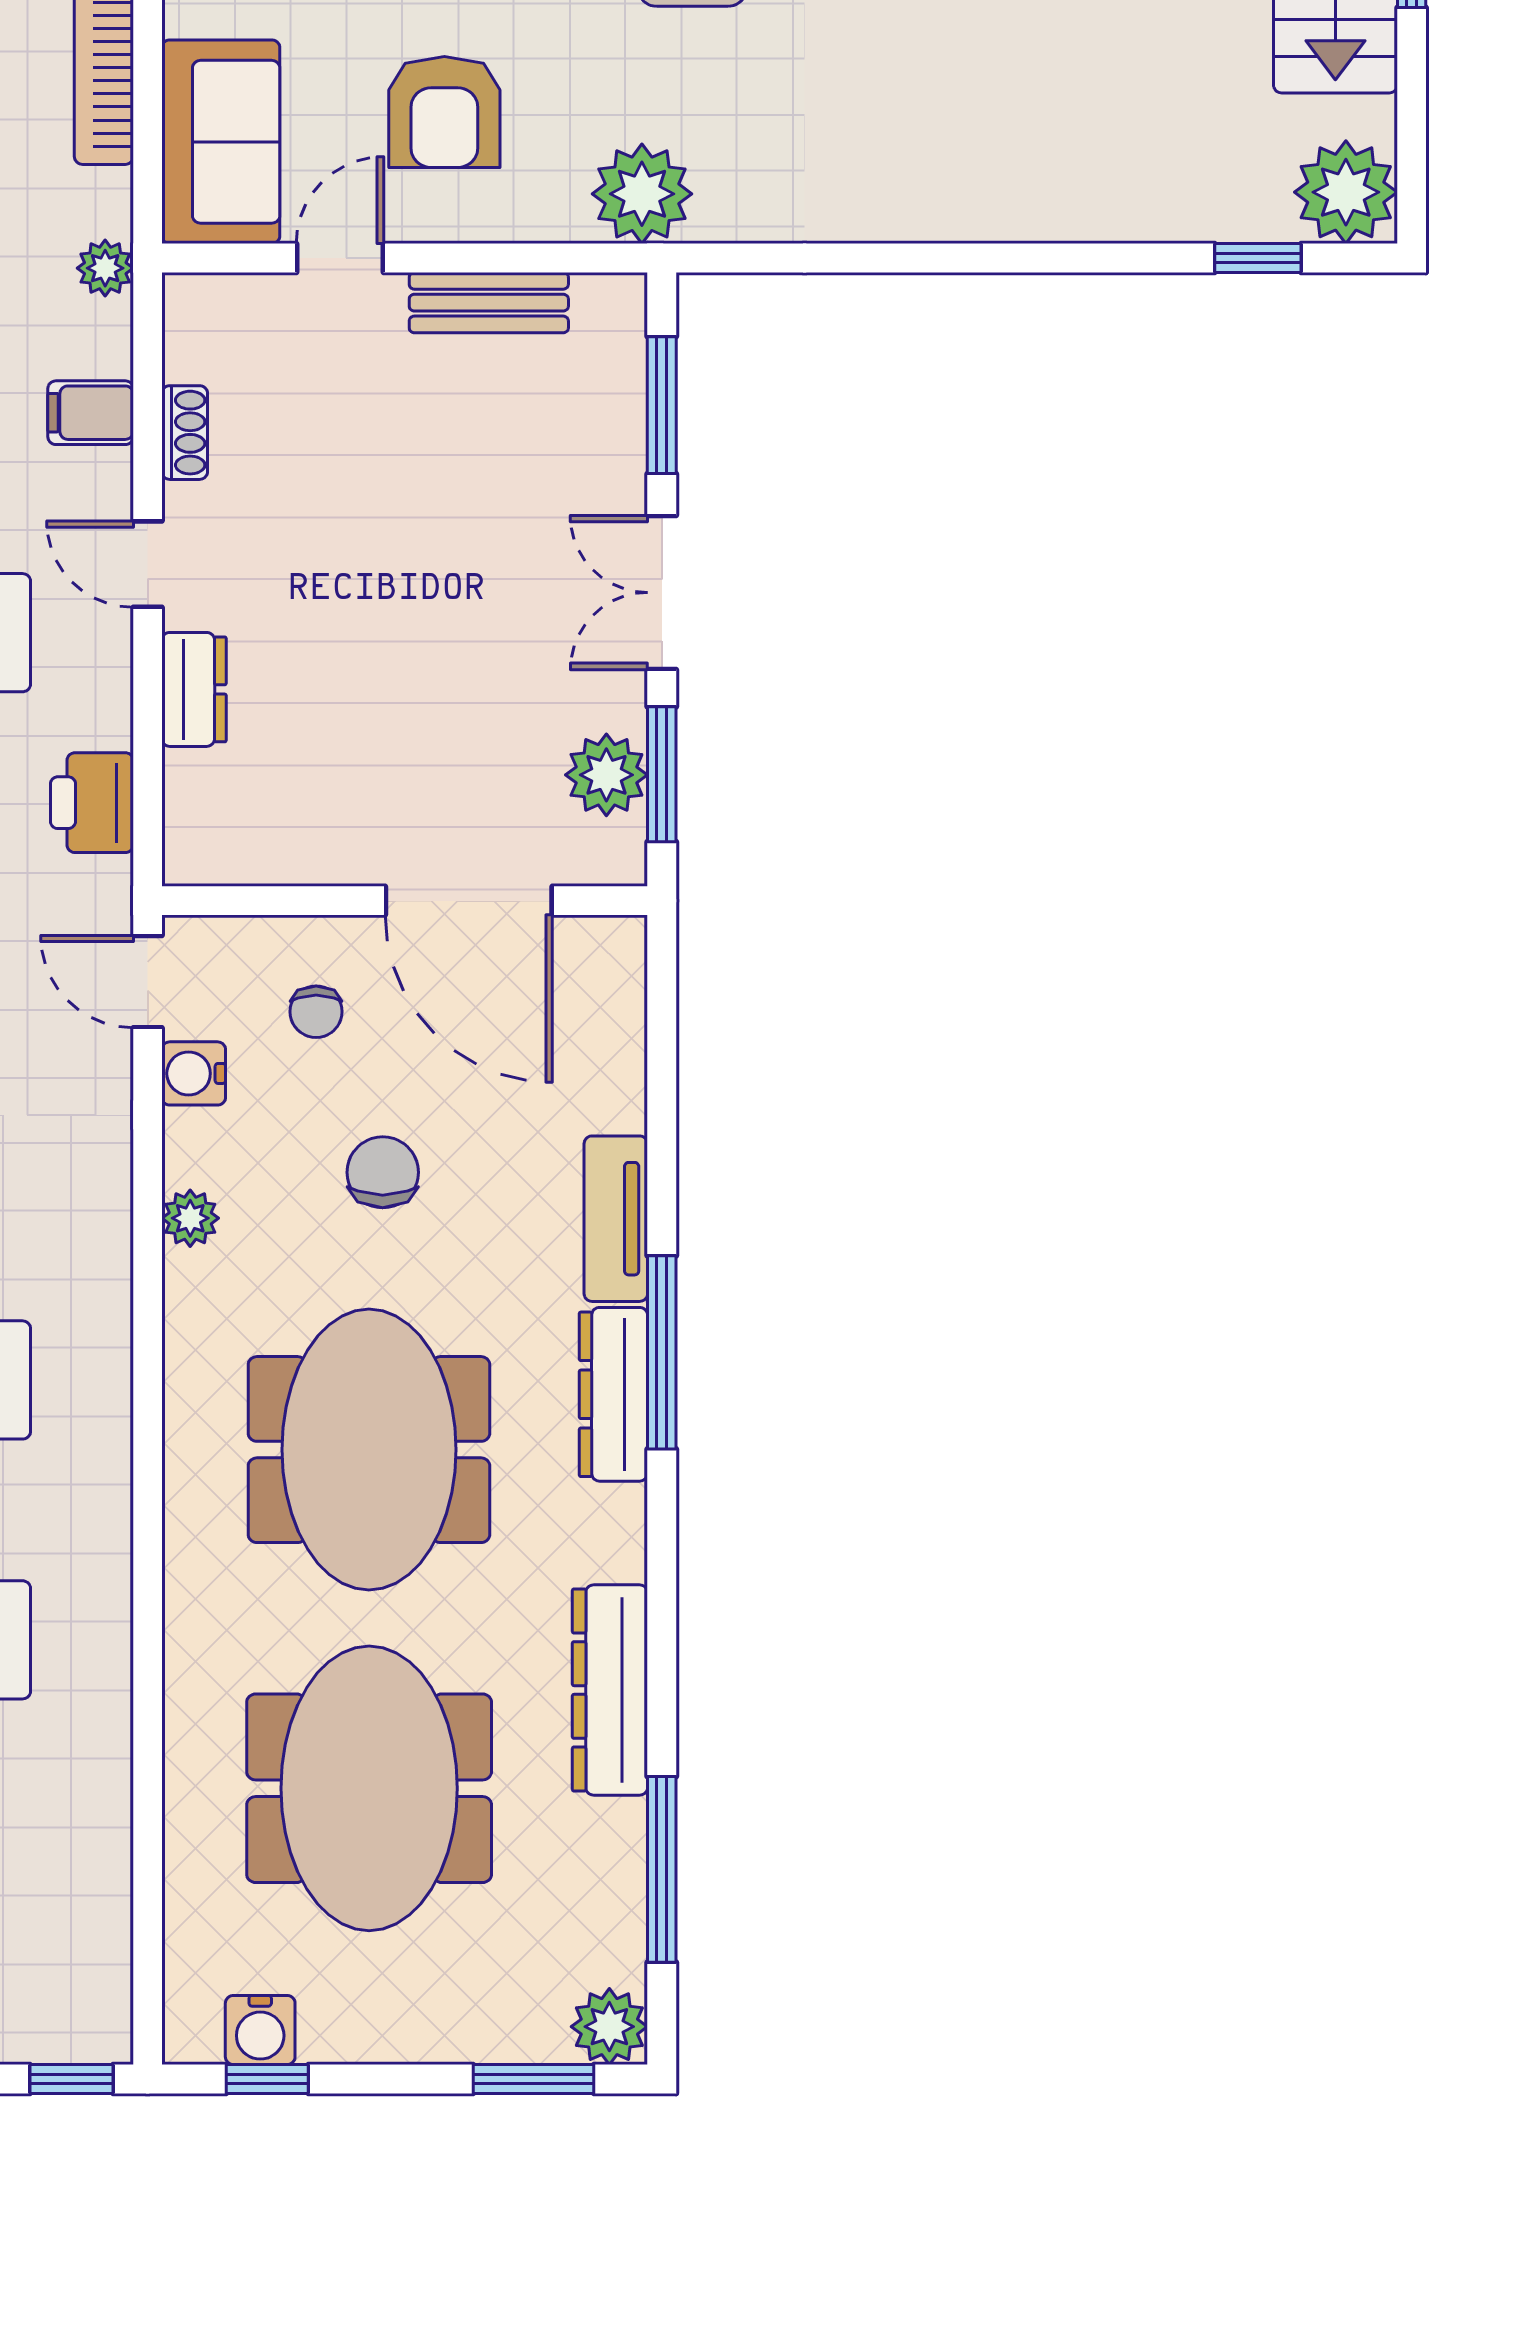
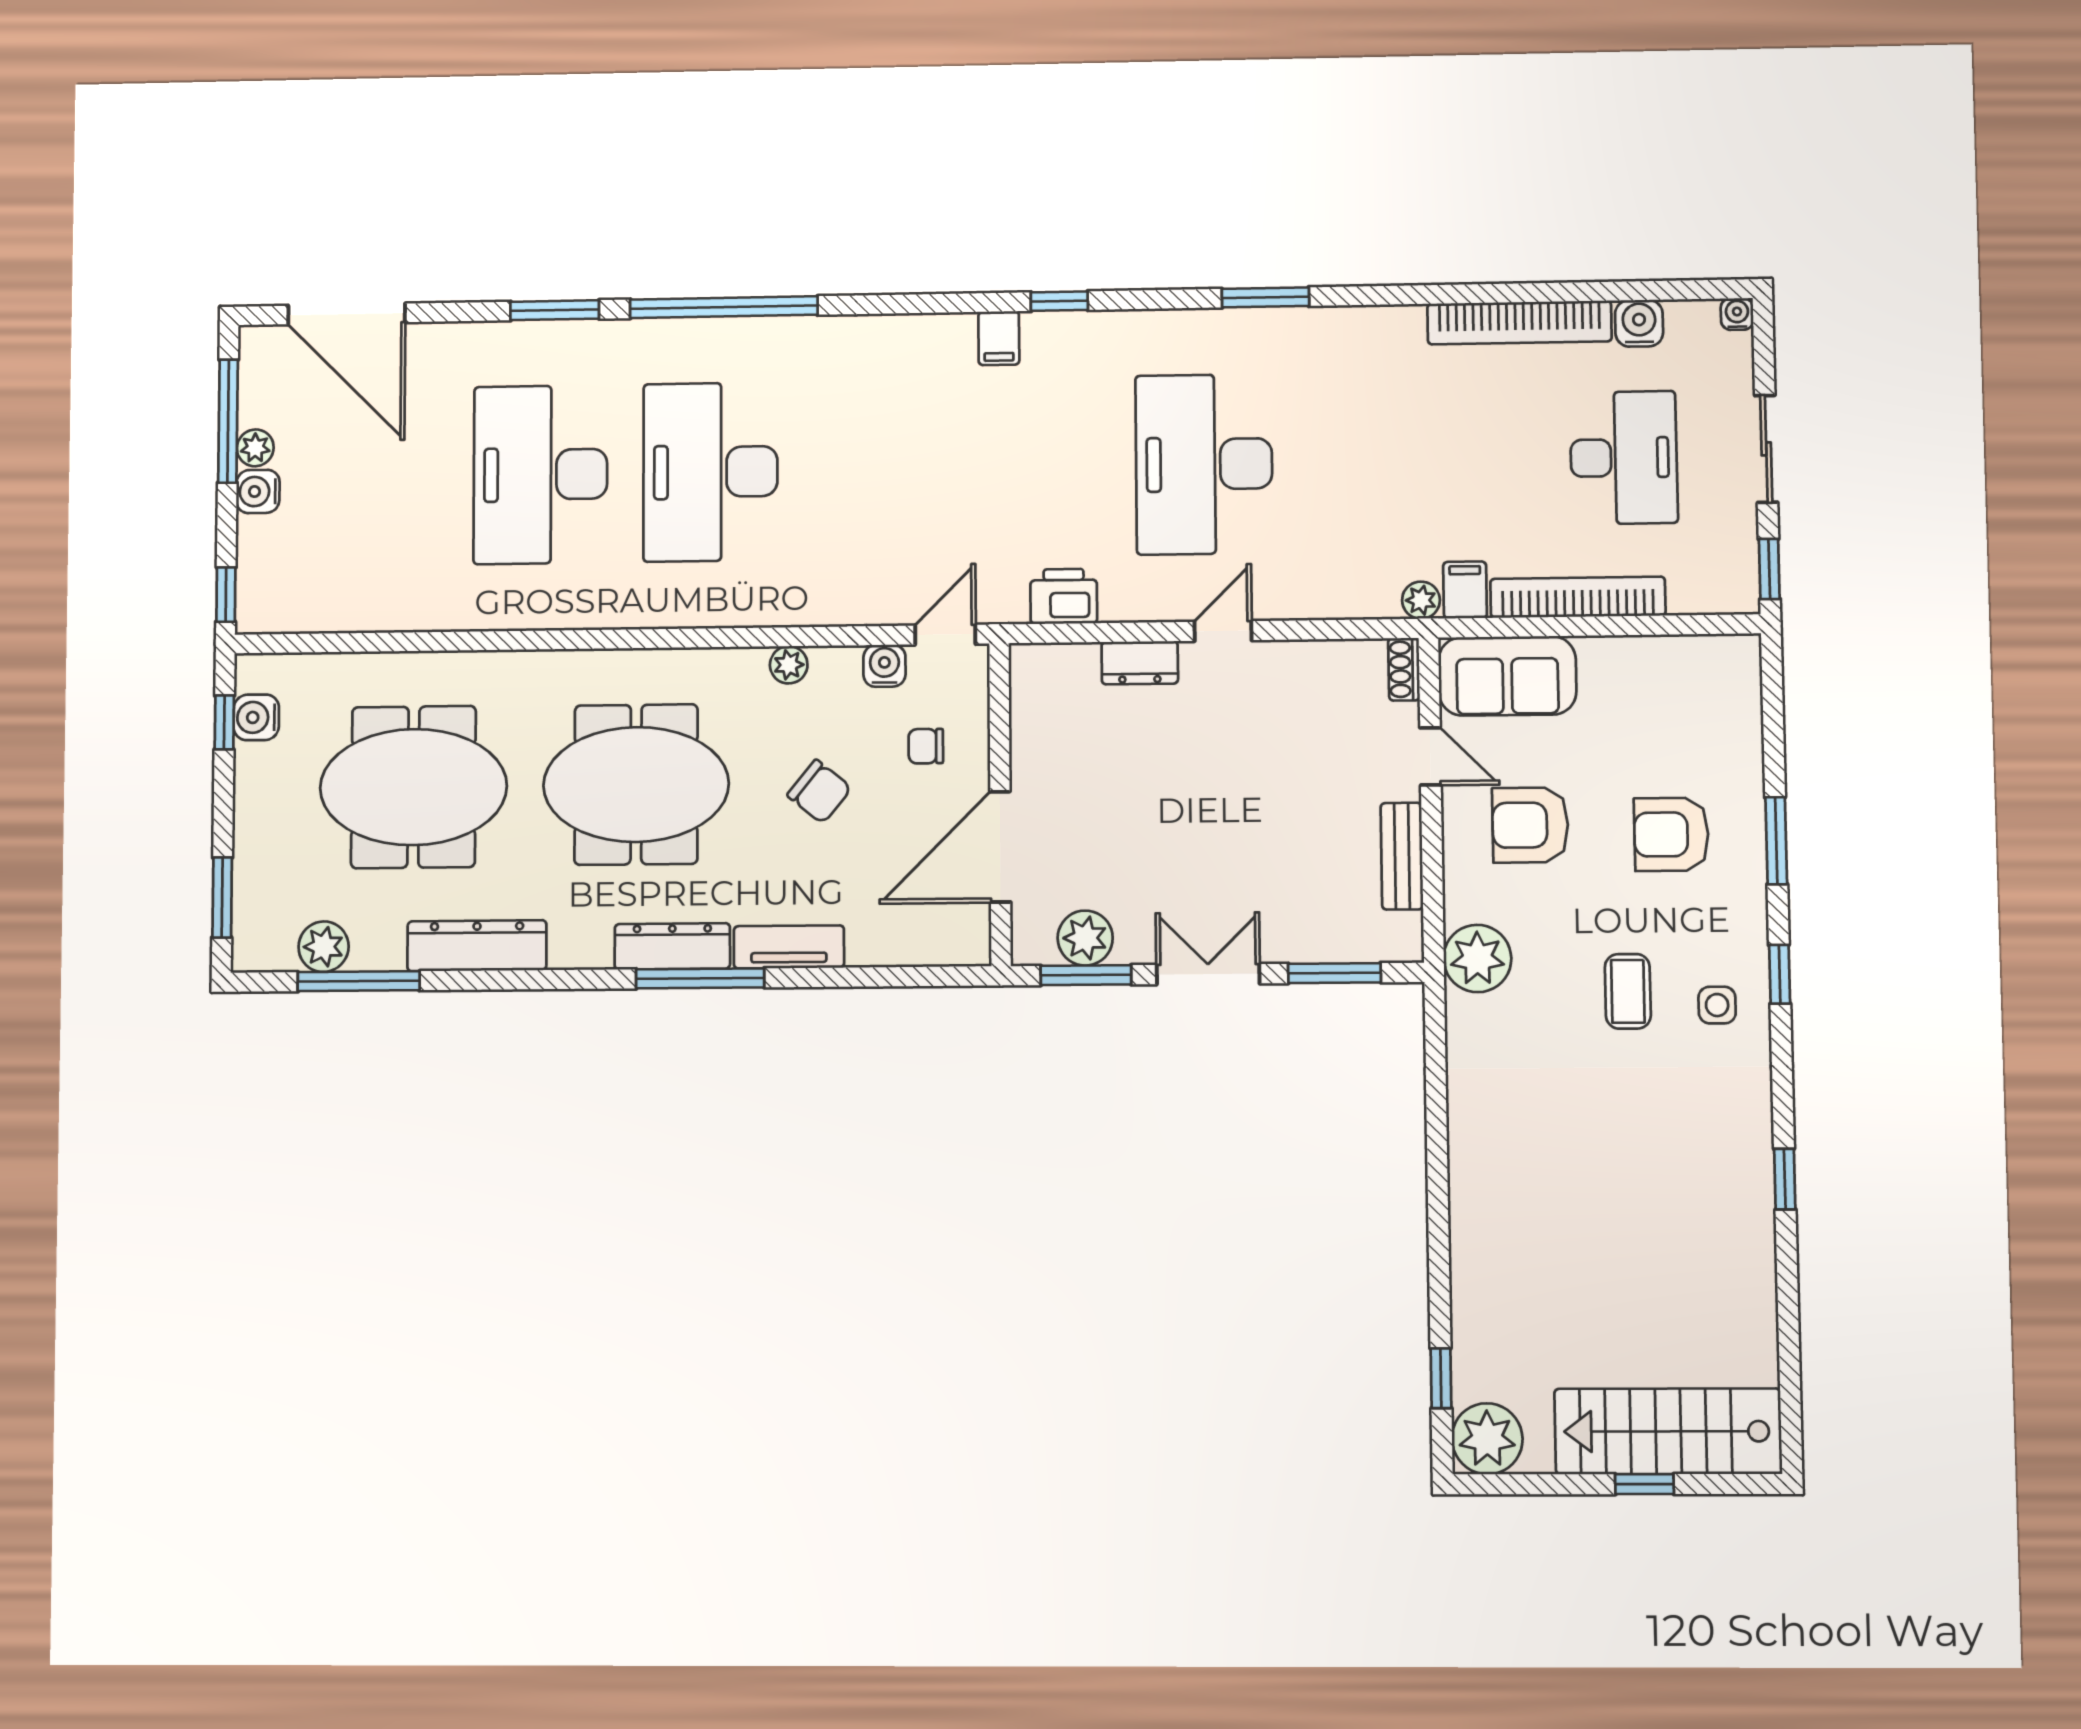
filing cabinet: (91, 413) -> (1465, 590), moved
shoe rack: (185, 433) -> (1404, 669), moved, turned 90
chair: (383, 1172) -> (819, 792), turned 39
plant: (609, 2027) -> (324, 947), moved

